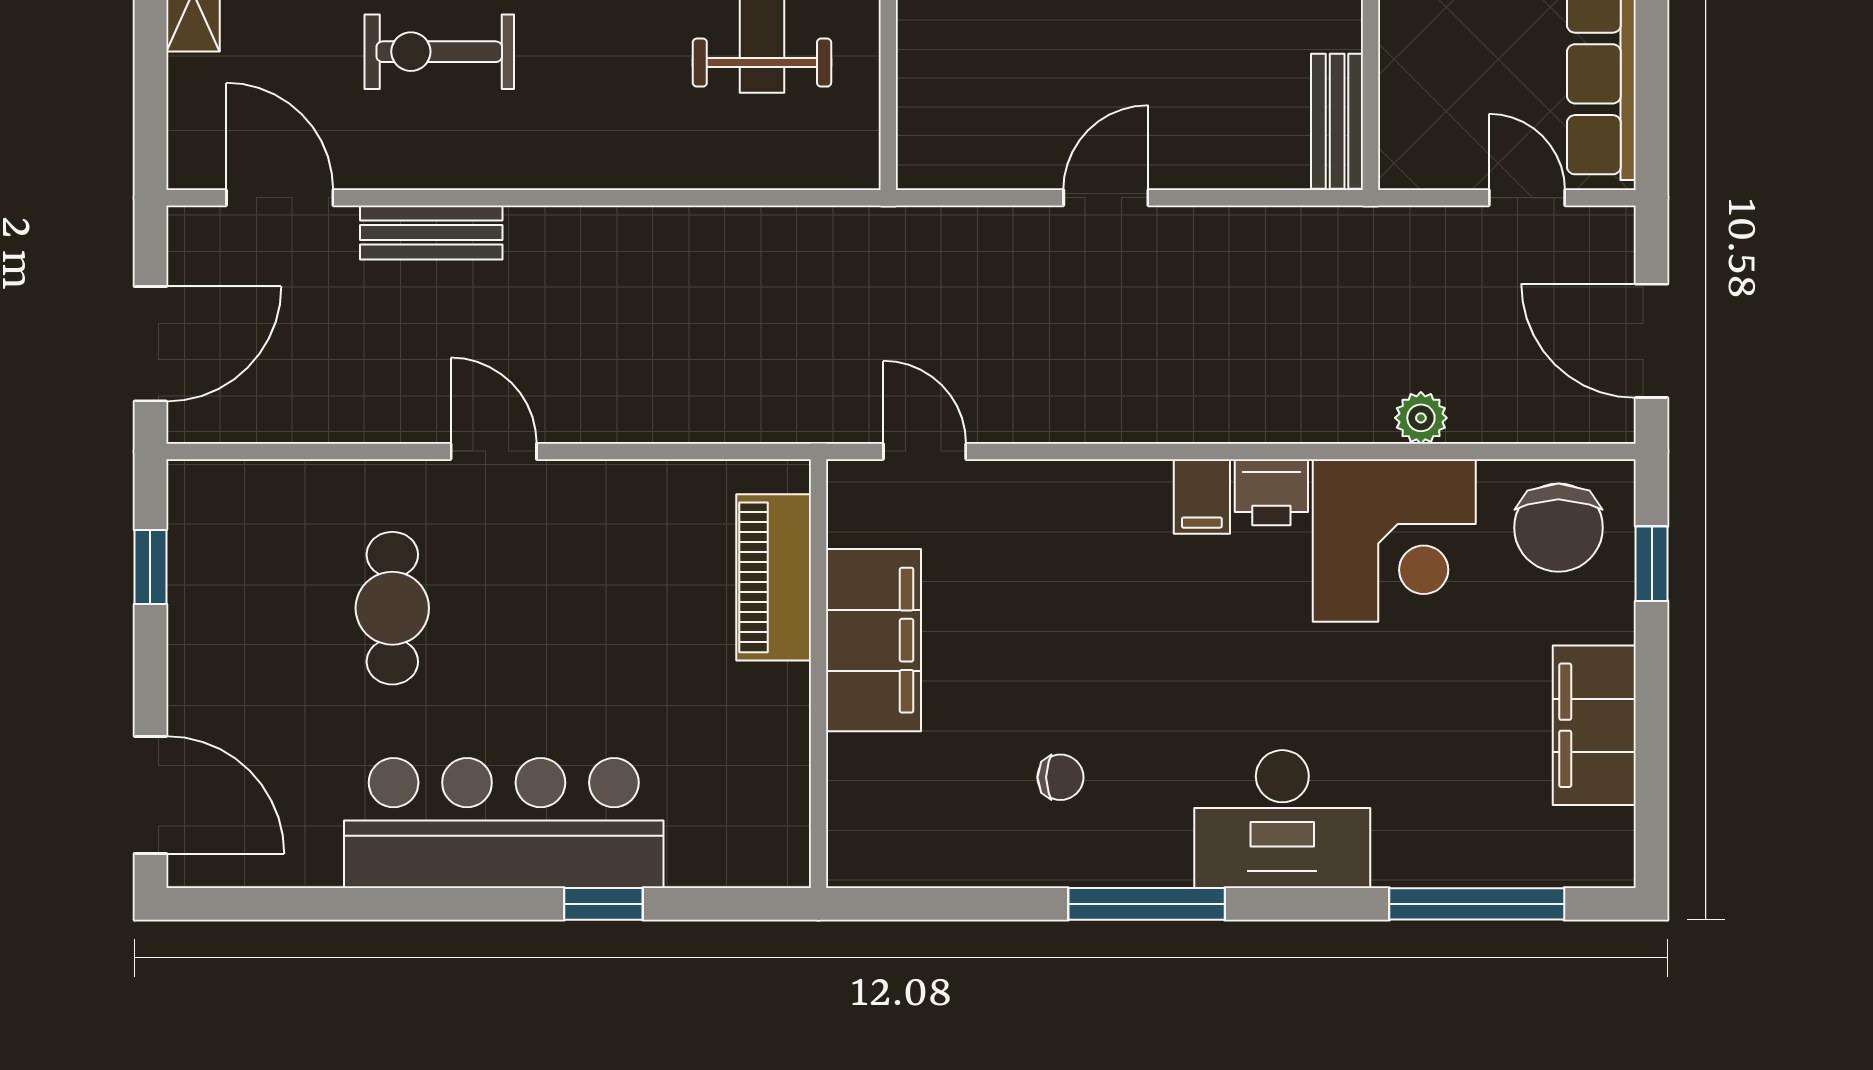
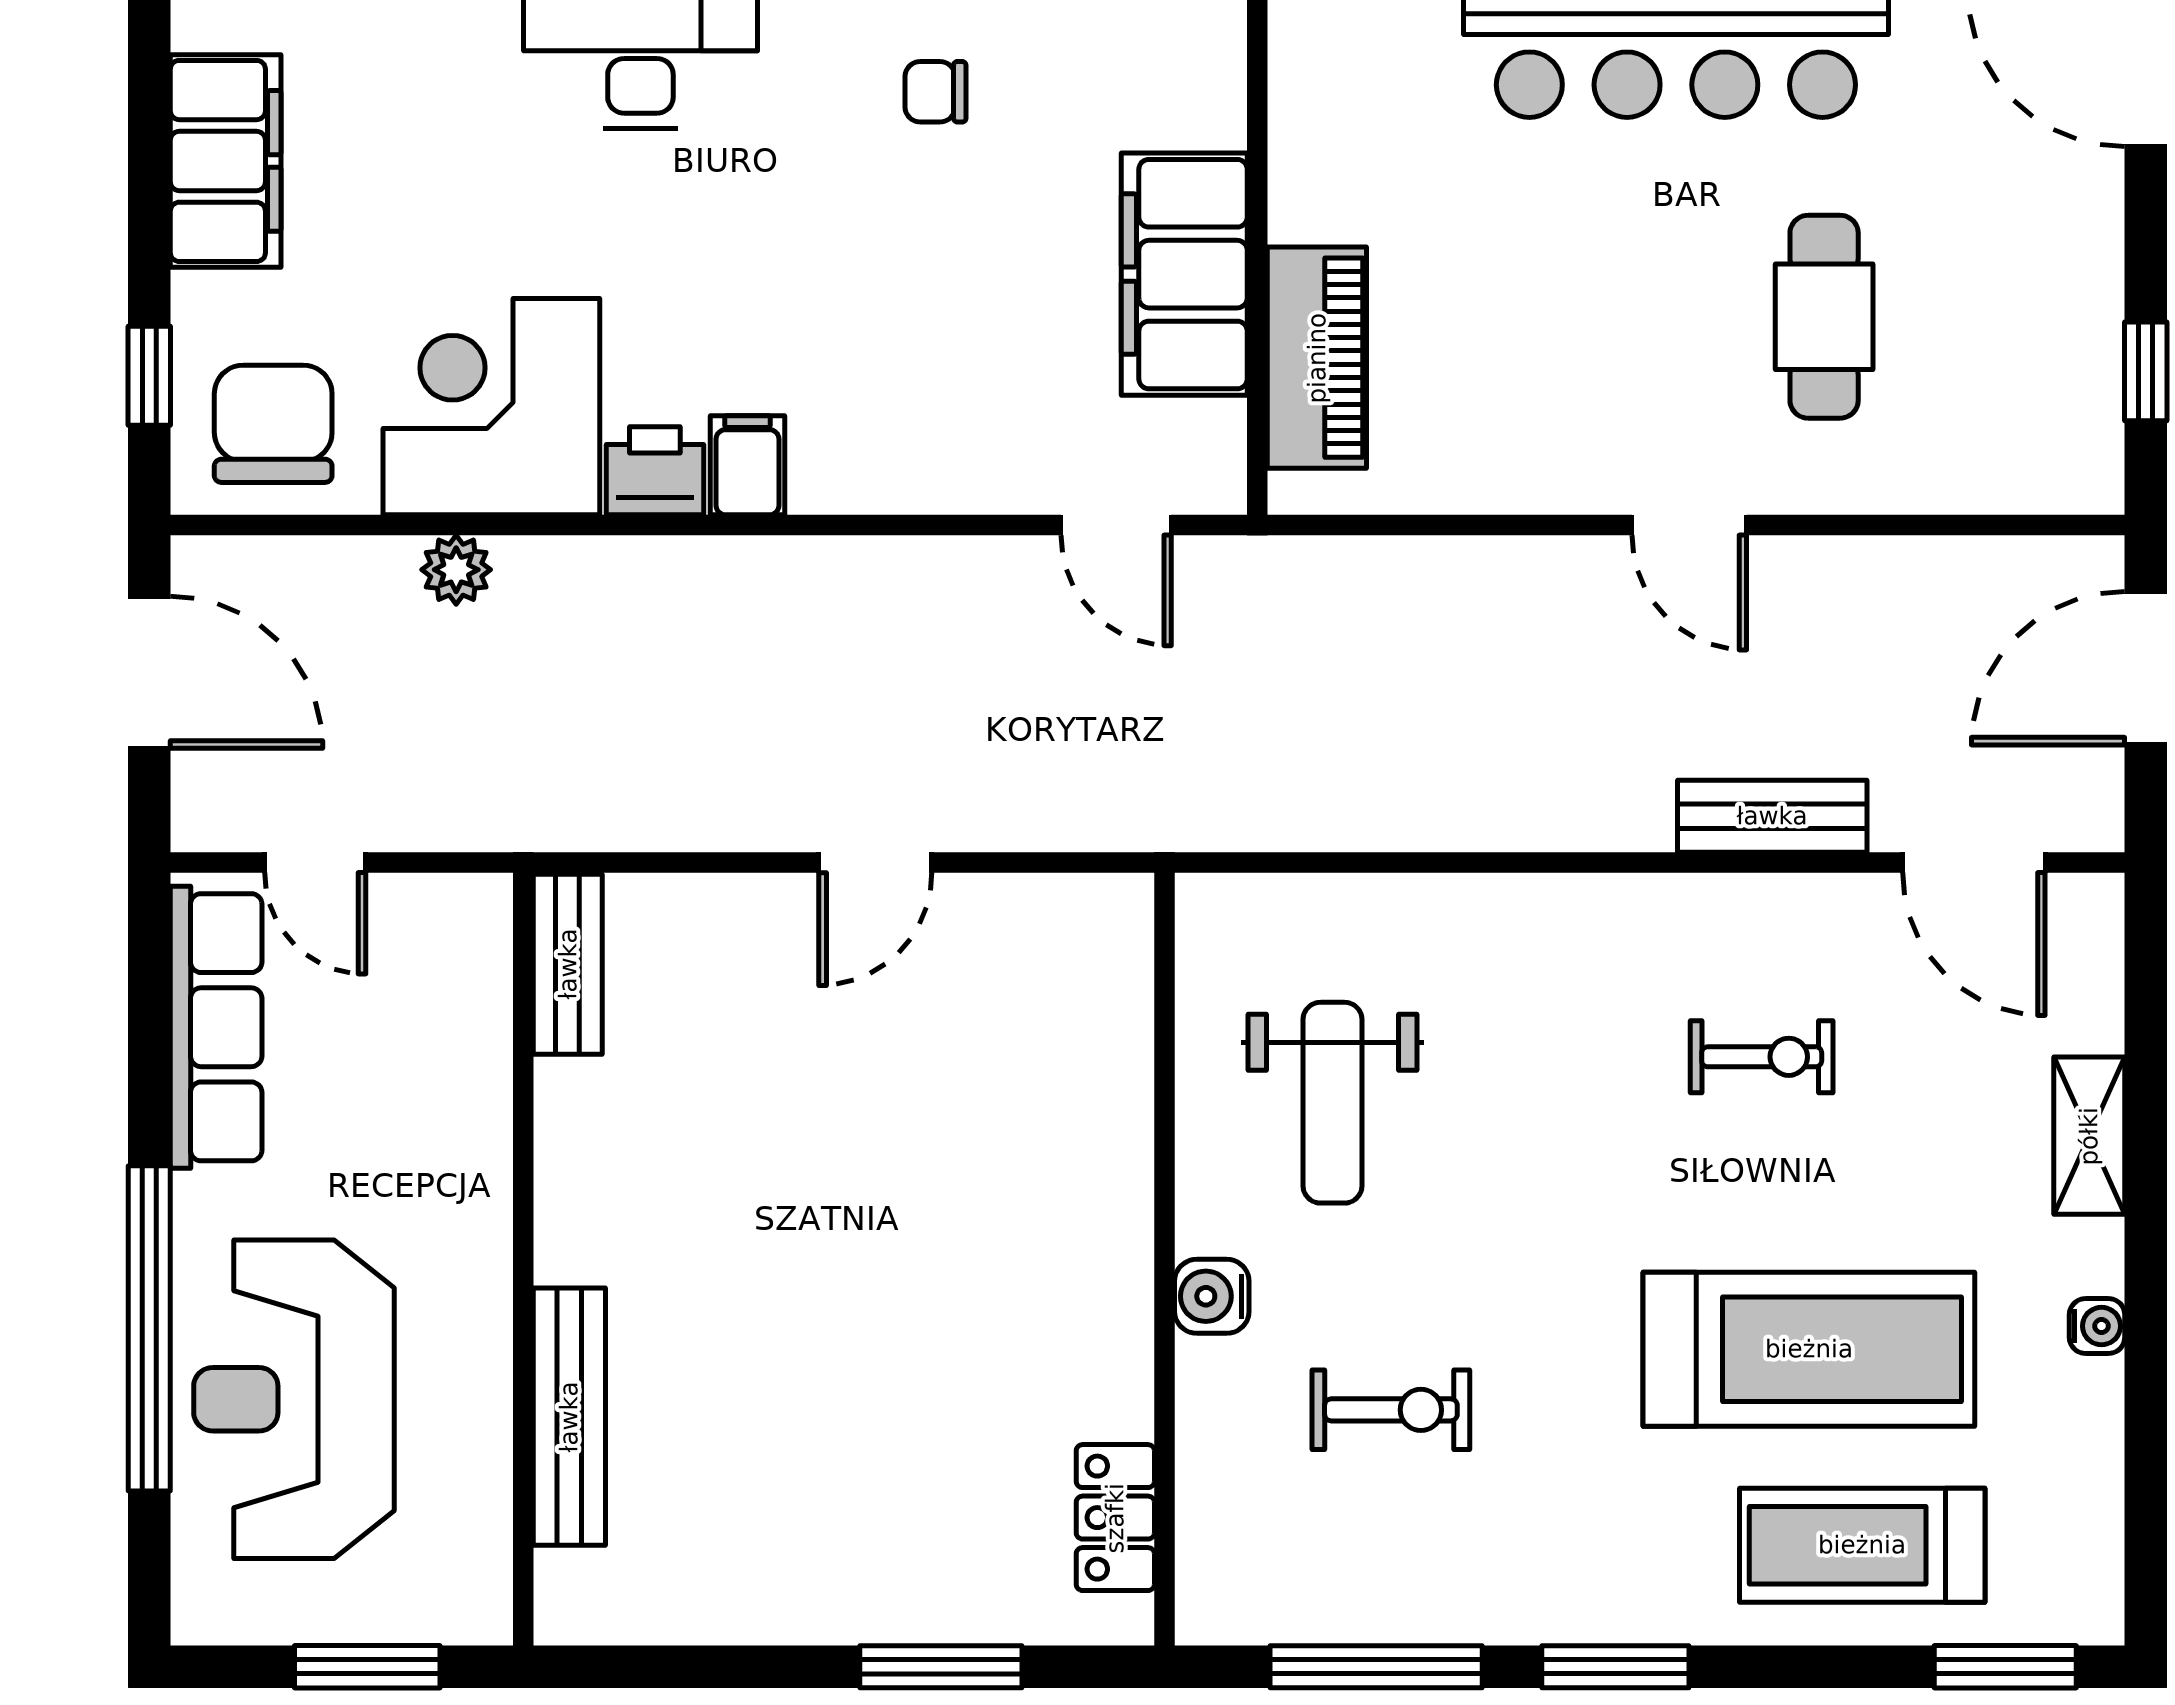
exercise bike: (439, 52) -> (1762, 1057), width x0.73, depth x0.72

